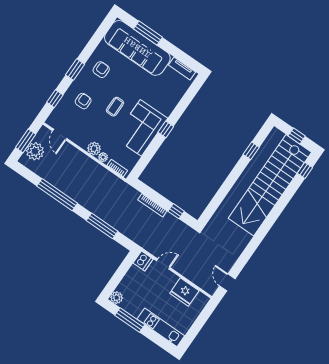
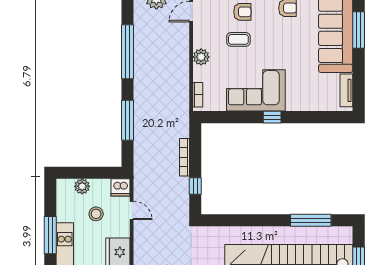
coffee table: (115, 107) -> (238, 39), moved
window: (251, 151) -> (311, 220), width x2.17
plant: (103, 157) -> (199, 72), removed
stool: (149, 289) -> (96, 214), added
plant: (117, 298) -> (82, 186), moved
window: (130, 320) -> (50, 235), moved

